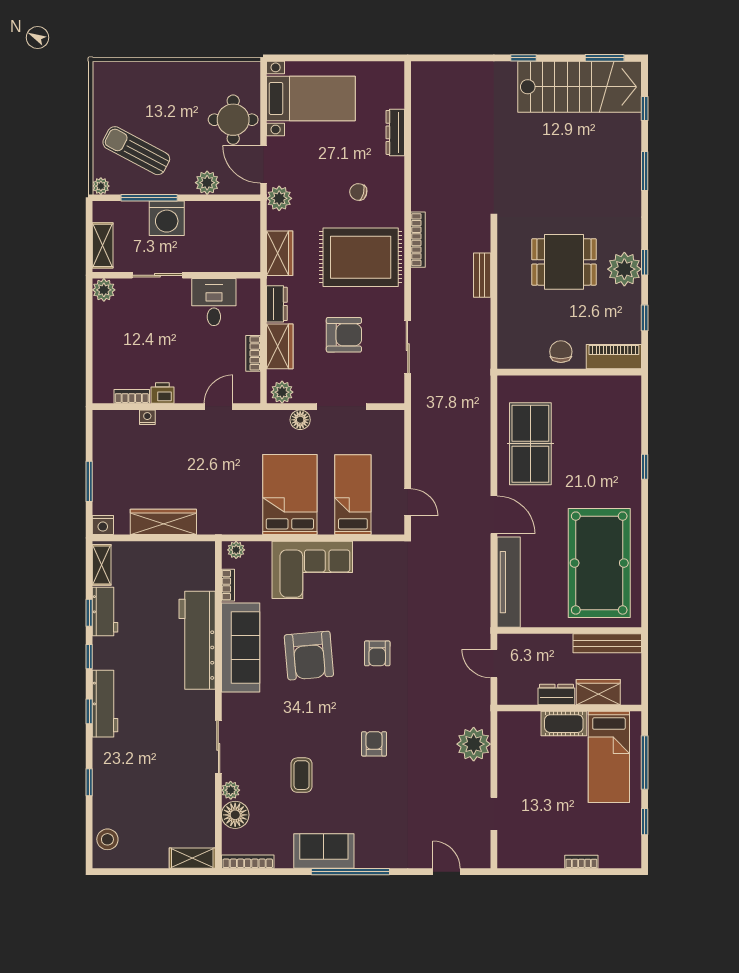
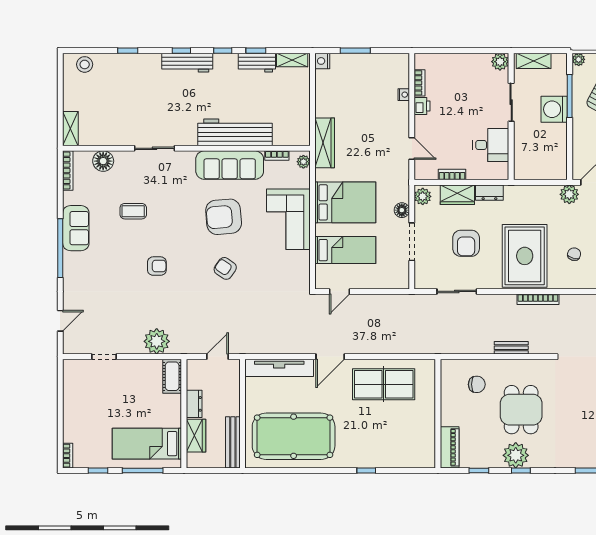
plant: (207, 183) -> (581, 140), removed
wardrobe: (280, 253) -> (528, 195), removed
chair: (561, 352) -> (477, 384), moved
wardrobe: (163, 522) -> (325, 143), moved
armchair: (377, 653) -> (225, 268), turned 35
cot: (564, 724) -> (172, 376), moved
plant: (231, 790) -> (122, 158), removed
bookcase: (581, 862) -> (68, 456), moved

